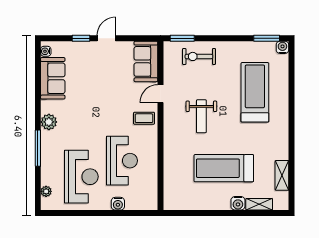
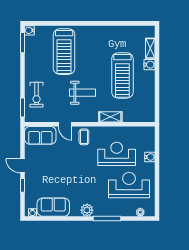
treadmill: (255, 92) -> (64, 52), turned -90
shelving: (282, 175) -> (110, 117), moved

